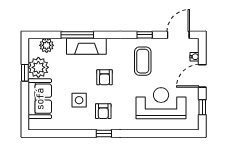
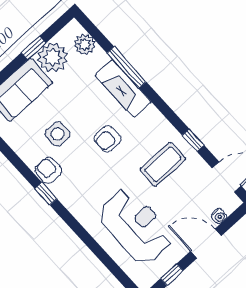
armchair: (103, 111) -> (48, 170), moved, turned 90

